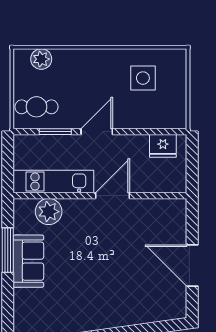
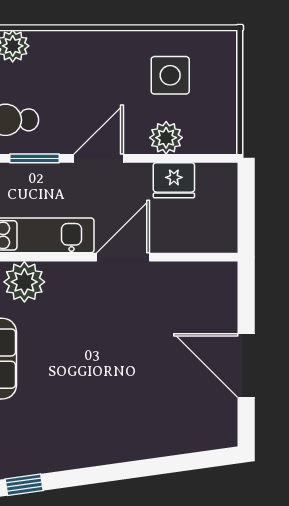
plant: (140, 118) -> (166, 138), added
fridge: (163, 146) -> (174, 180), moved

